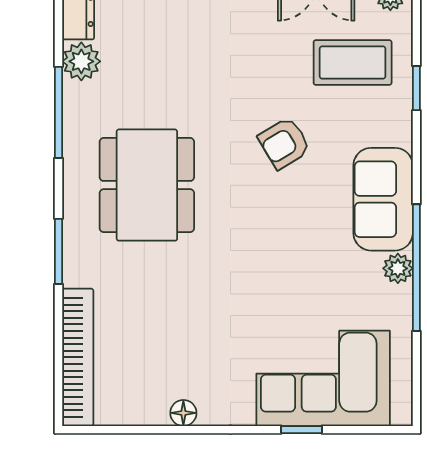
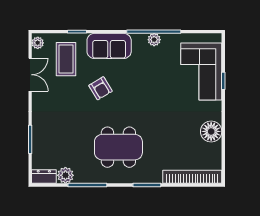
sofa: (383, 199) -> (109, 46), moved
floor lamp: (183, 413) -> (211, 131), width x1.89, depth x1.89

